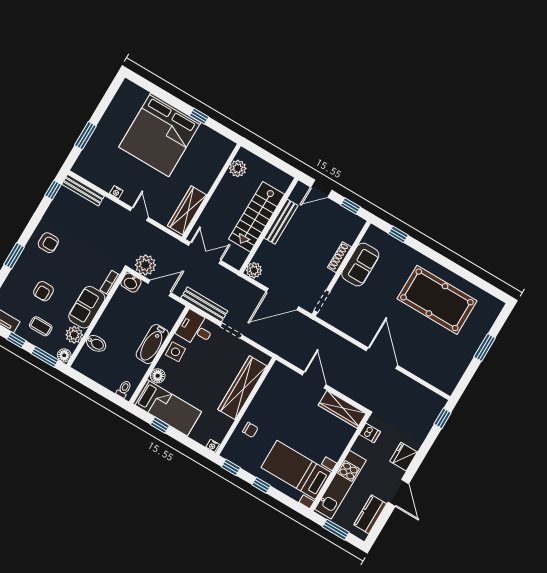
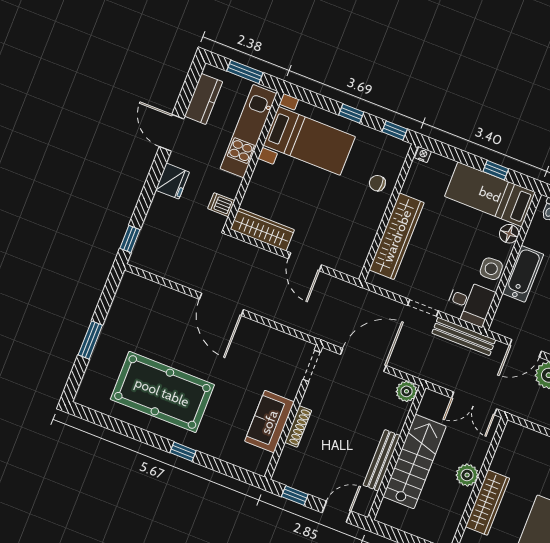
plant: (238, 168) -> (467, 475), moved
wardrobe: (187, 210) -> (487, 503), moved
window: (398, 234) -> (183, 452), moved

